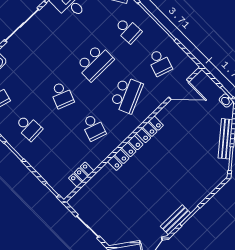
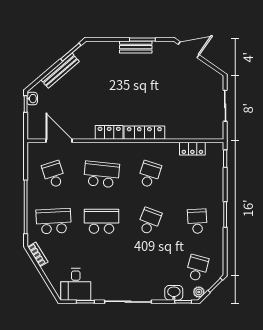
school desk: (128, 30) -> (54, 221), width x1.85
school desk: (160, 63) -> (54, 174), turned -36
school desk: (127, 95) -> (101, 174), turned 30
bench: (175, 220) -> (136, 47), moved

